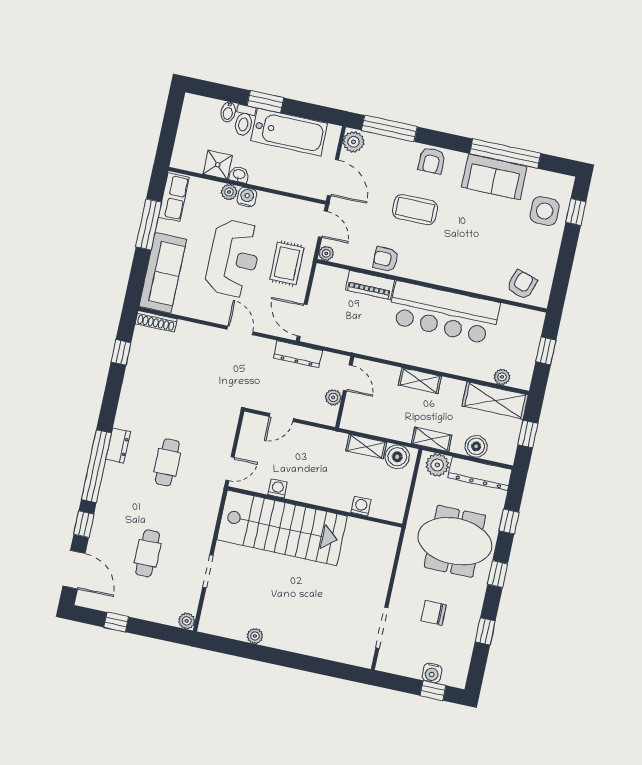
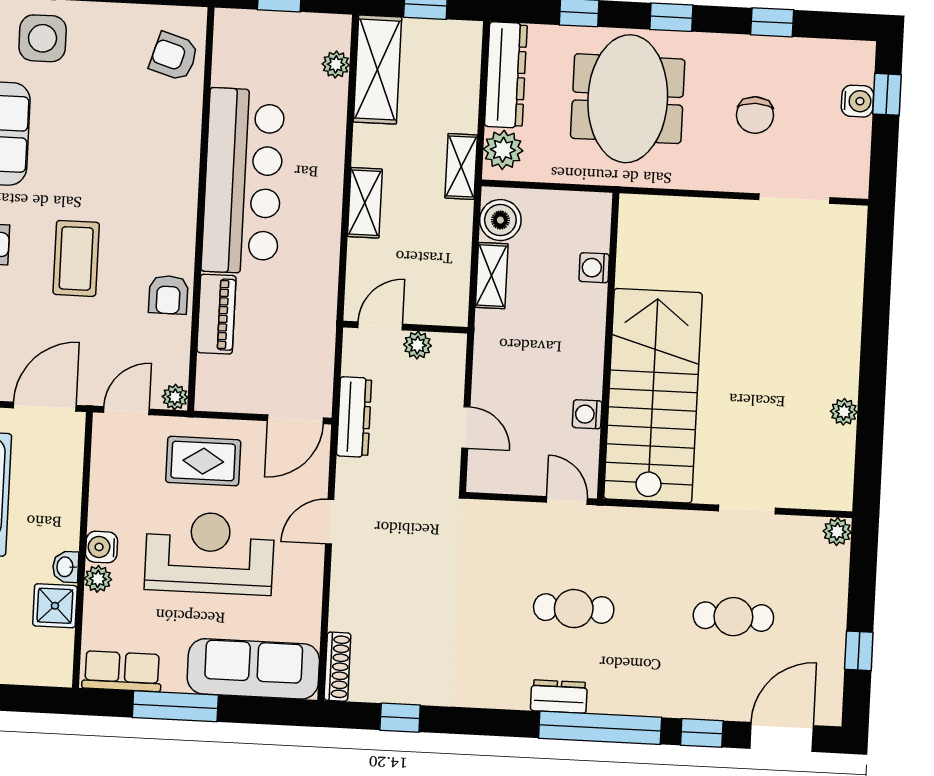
boiler: (476, 446) -> (461, 89), removed

